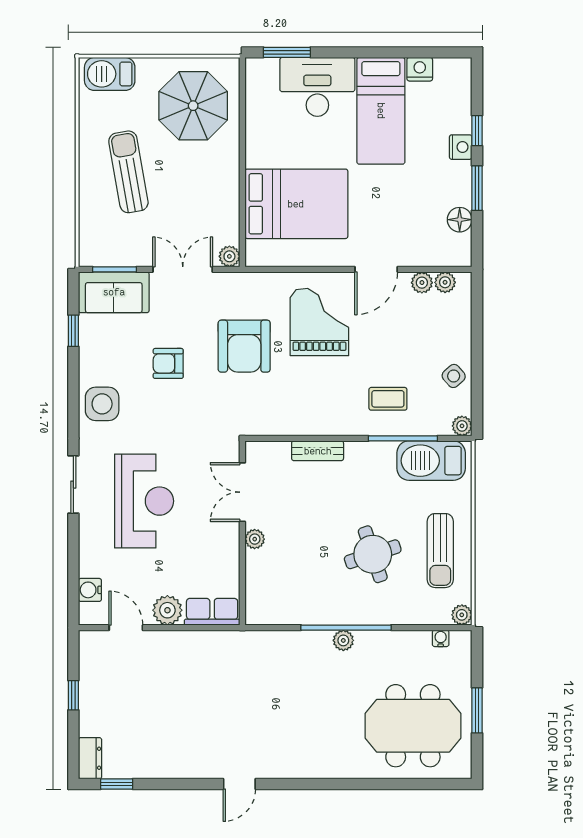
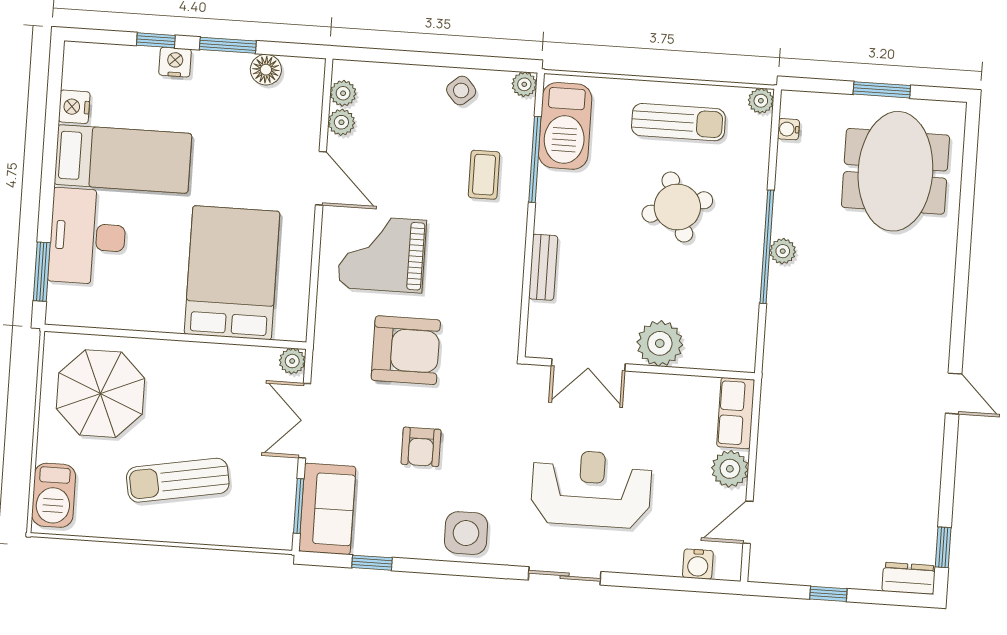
plant: (255, 539) -> (660, 343), width x1.88, depth x1.88

